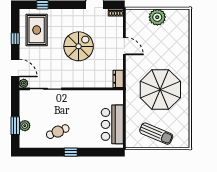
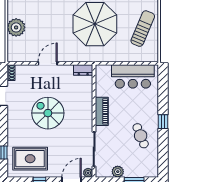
piano: (80, 96) -> (102, 111), added
plant: (25, 126) -> (118, 172), moved

